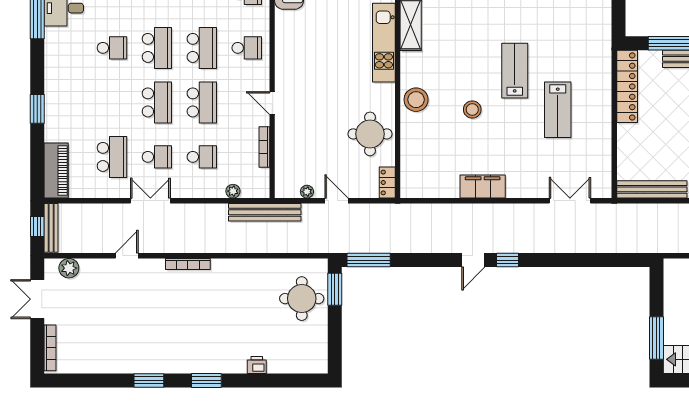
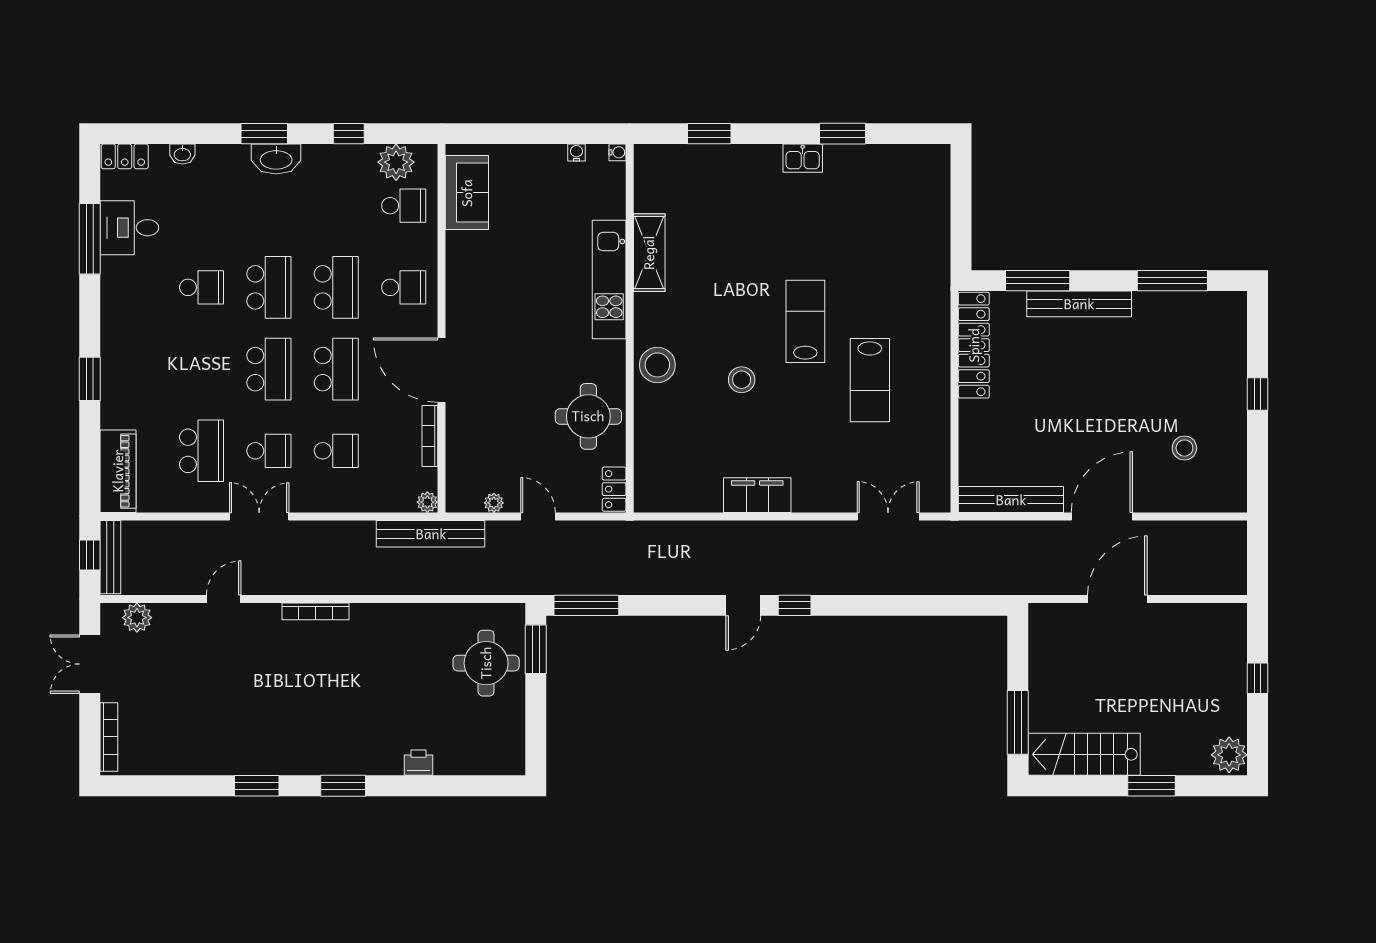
door: (272, 103) -> (442, 370), width x1.88
plant: (233, 191) -> (427, 502), moved

